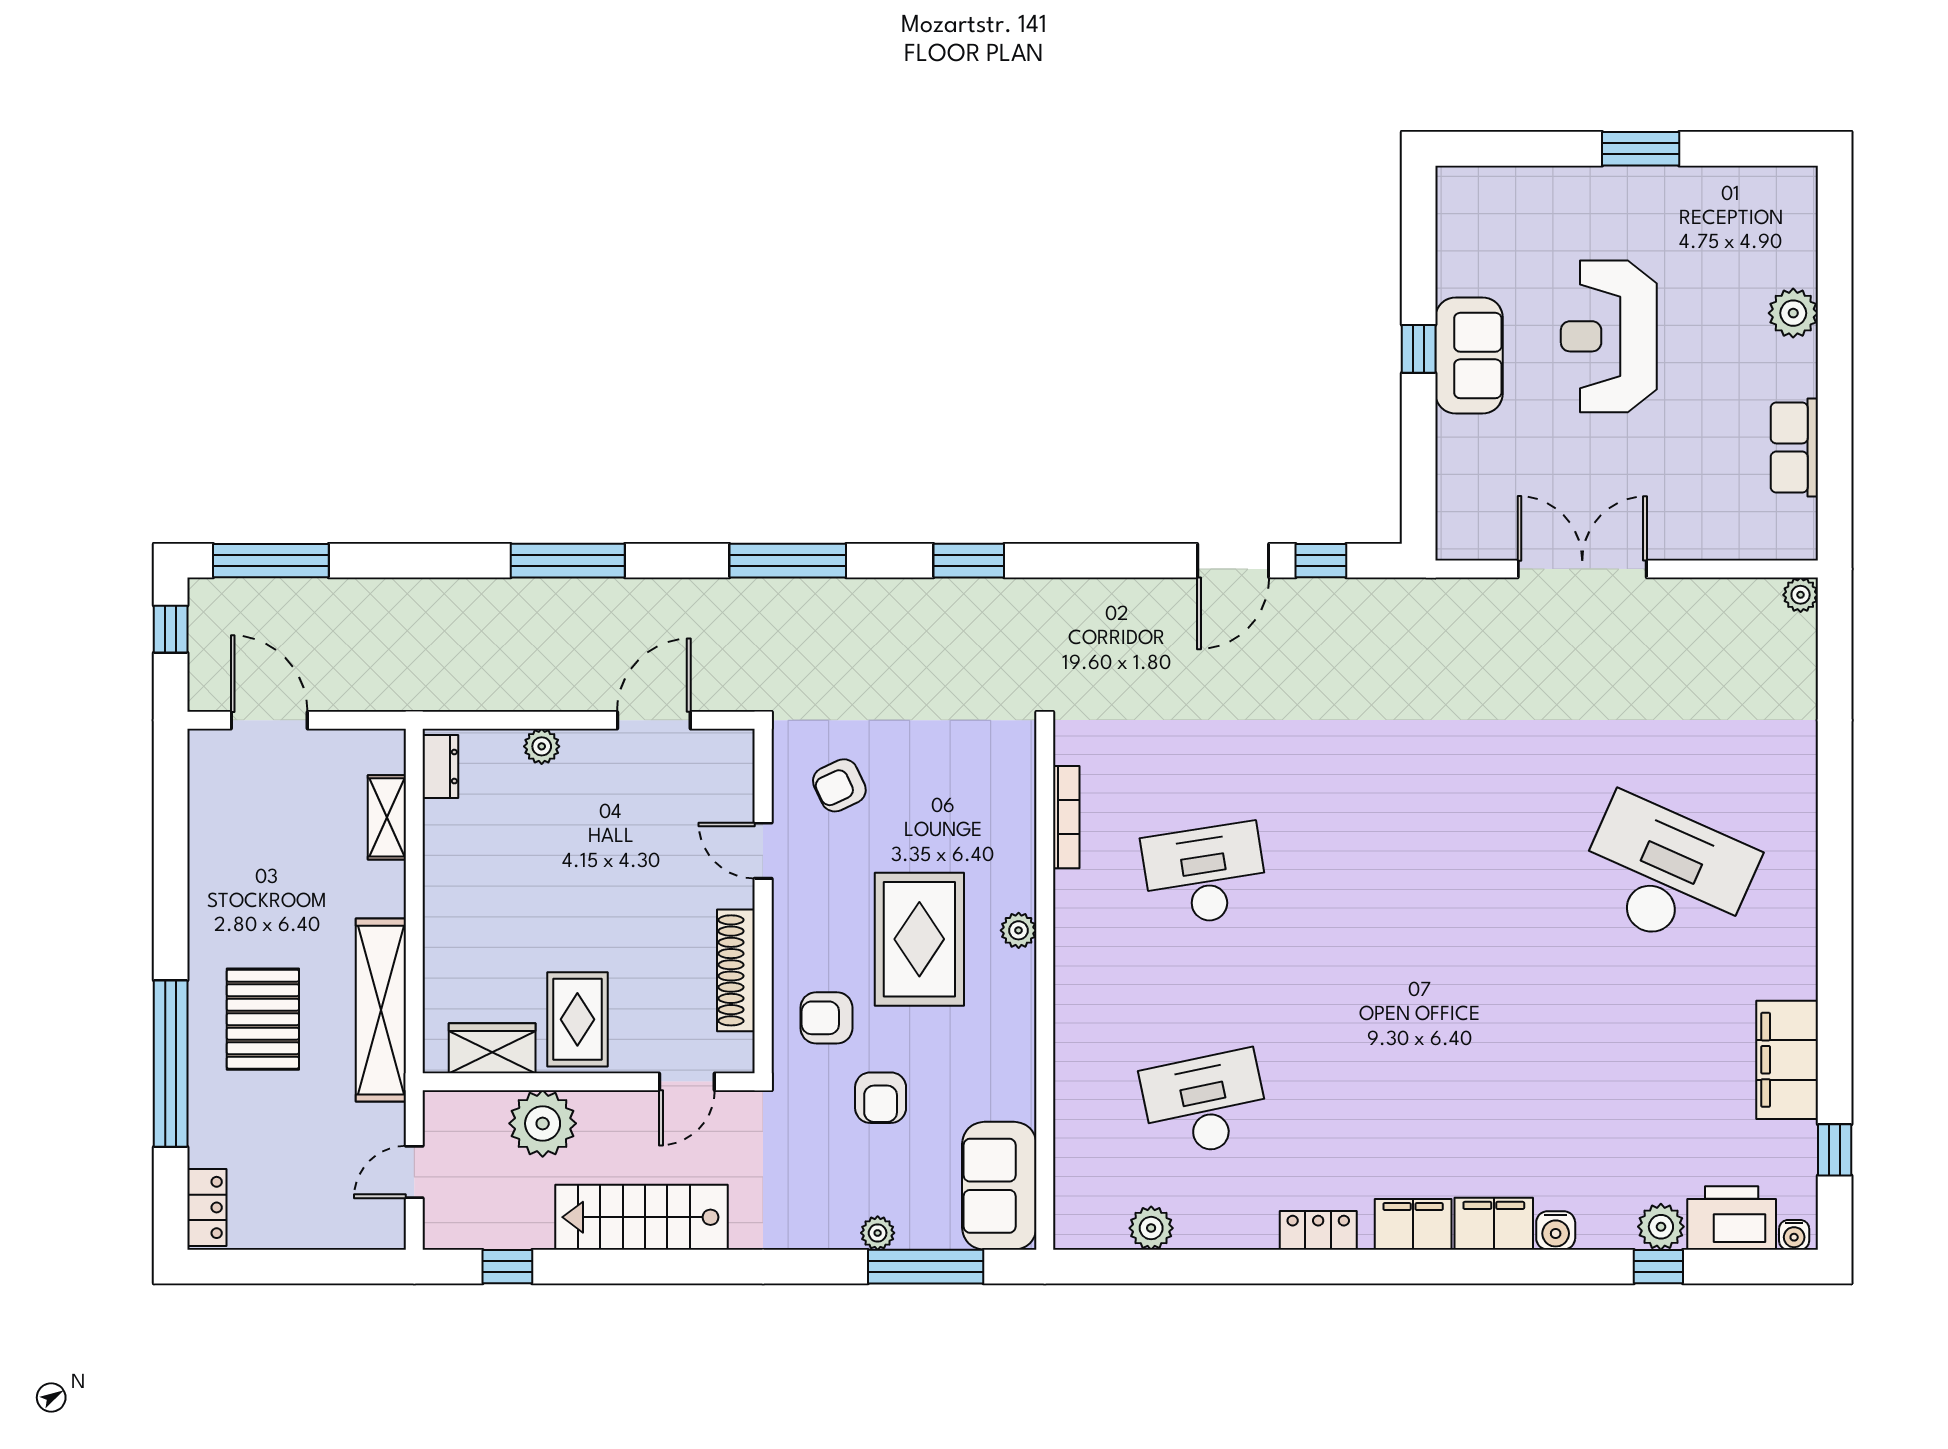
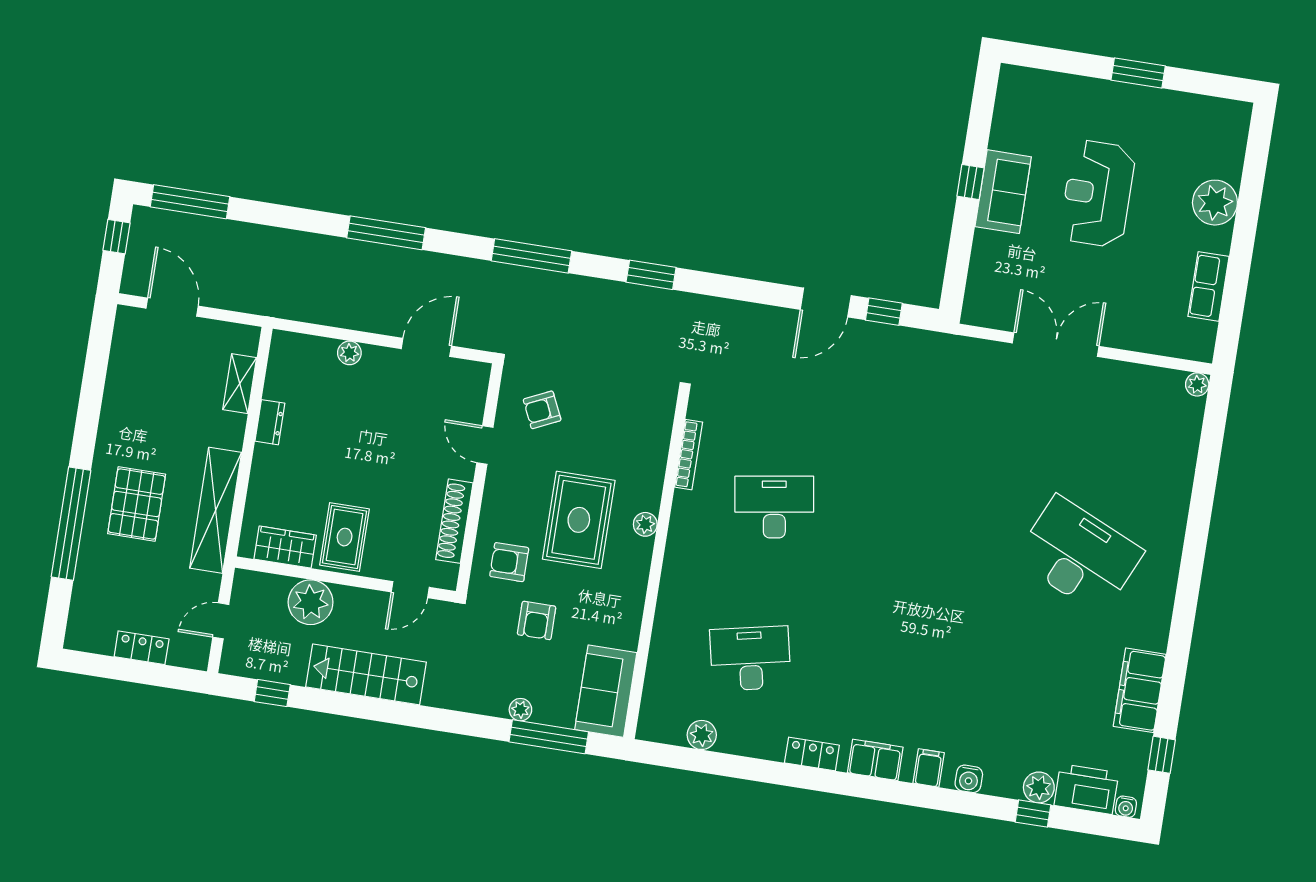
plant: (1793, 313) -> (1215, 203), width x1.36, depth x1.36
dresser: (440, 767) -> (270, 422), moved
locker: (207, 1207) -> (142, 648), moved, turned -90
filing cabinet: (1494, 1224) -> (929, 768), width x0.50

